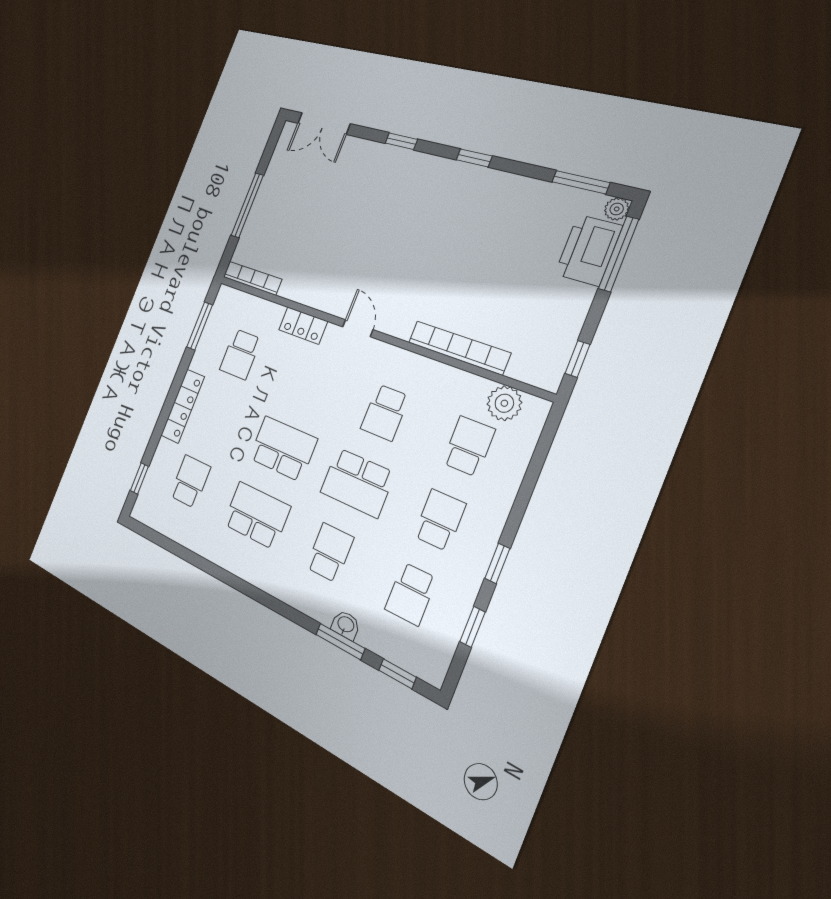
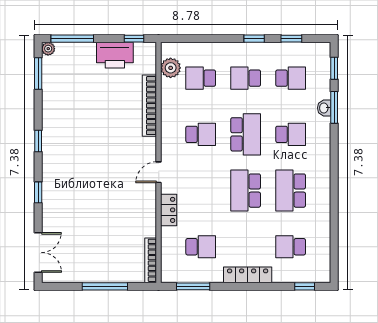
printer: (588, 250) -> (115, 55), moved
school desk: (330, 553) -> (291, 134), turned 180

